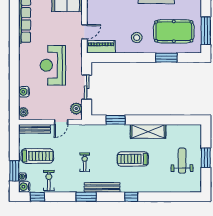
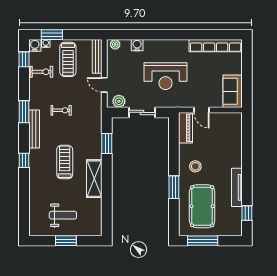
window: (166, 58) -> (174, 187), moved
reception desk: (53, 65) -> (166, 76), turned 180

